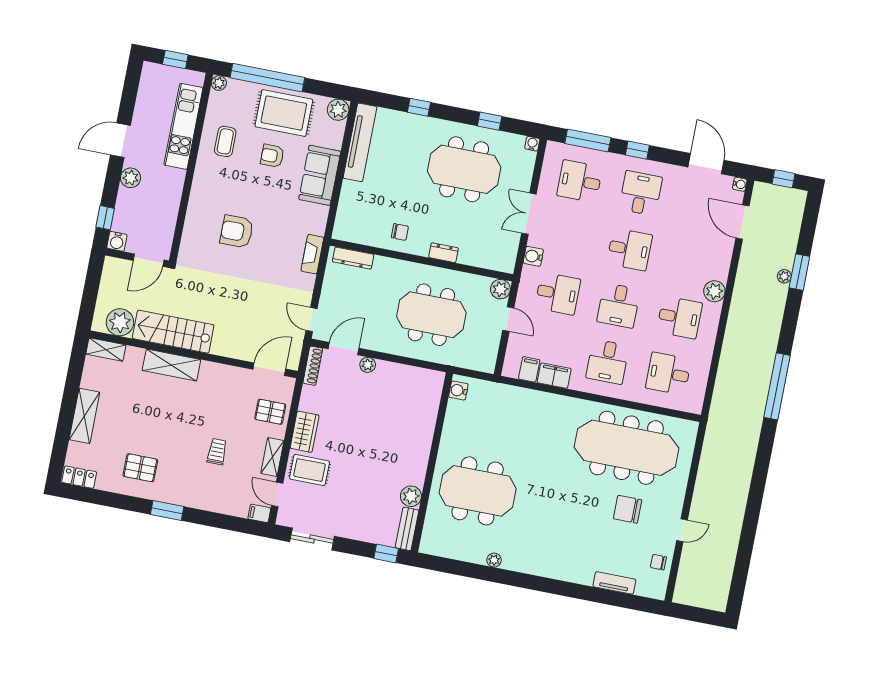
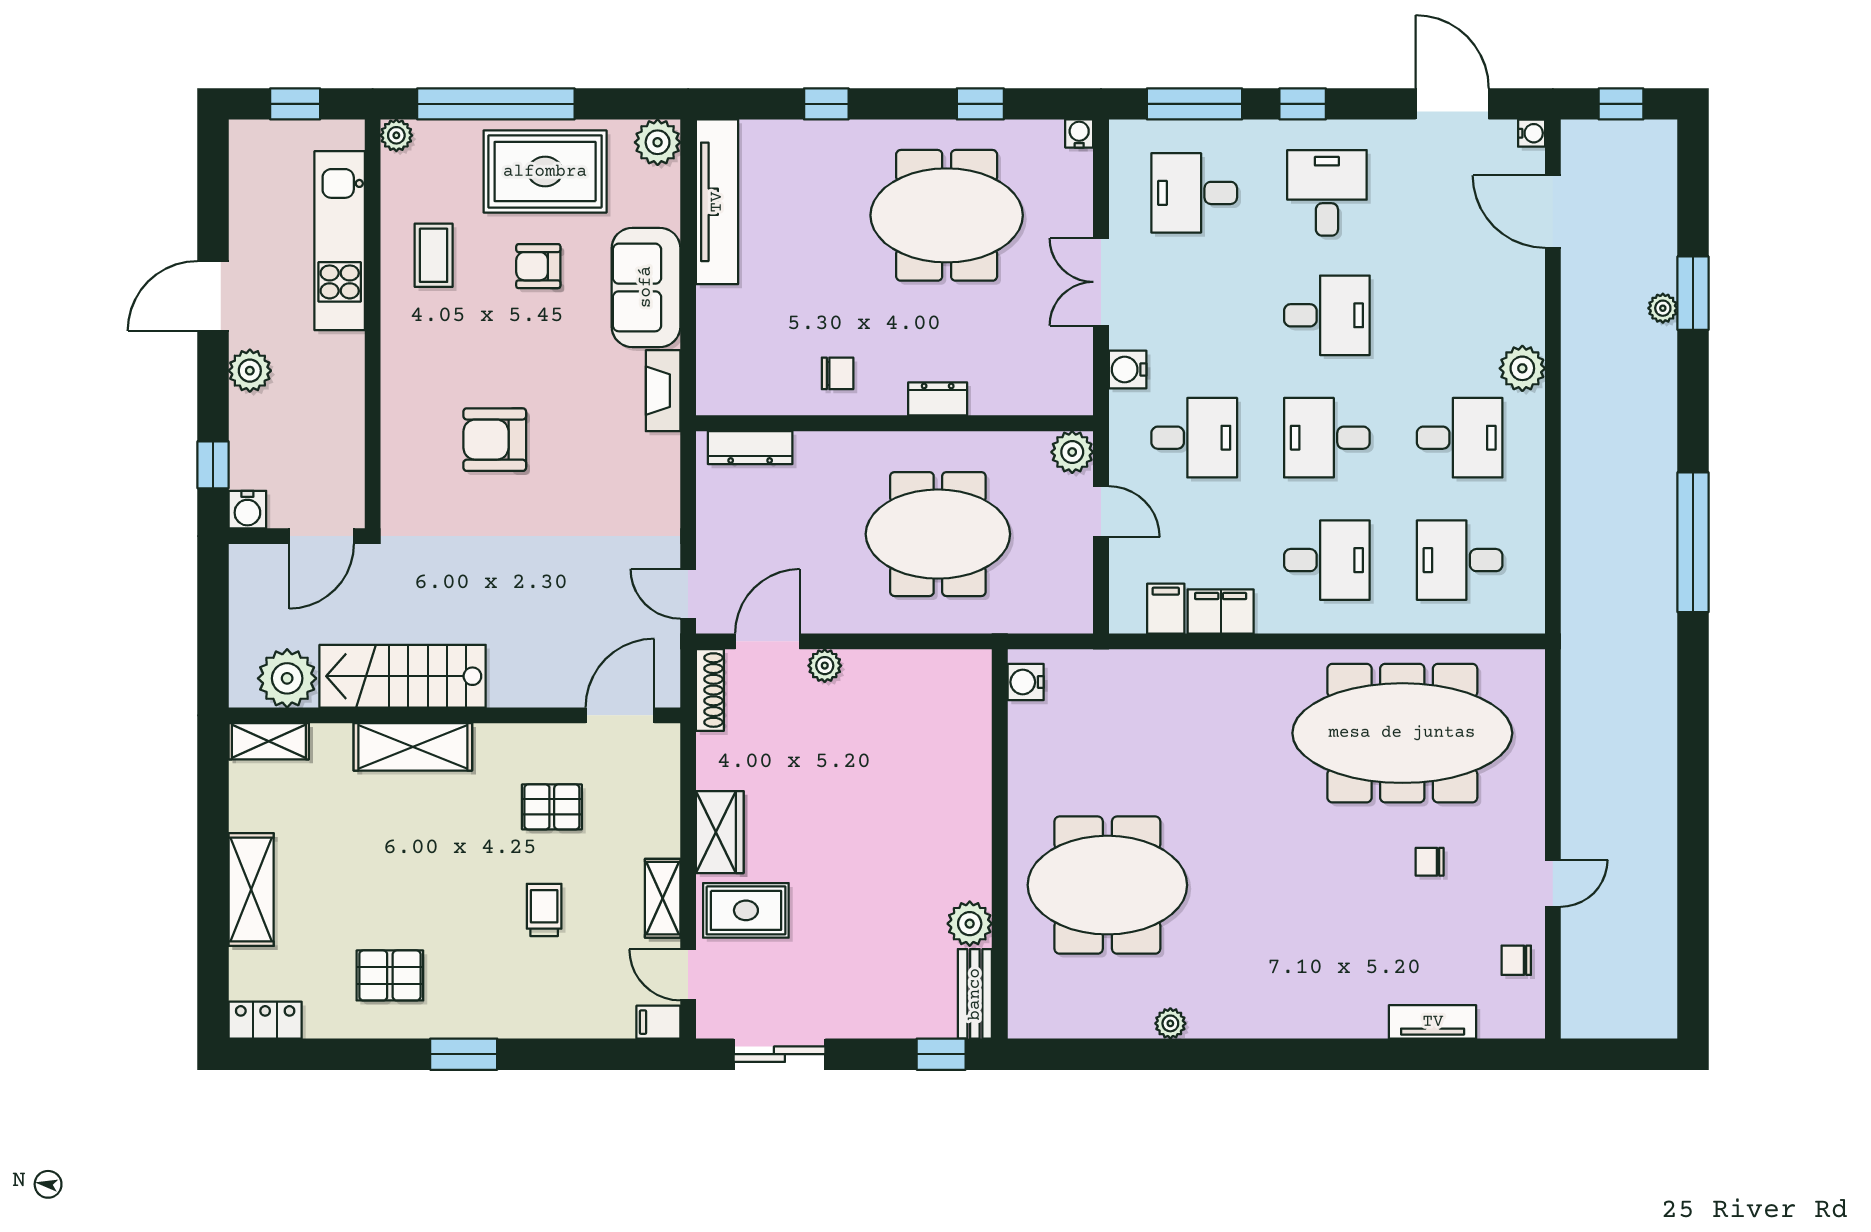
fireplace: (312, 254) -> (663, 391), moved
desk: (619, 305) -> (1327, 438), turned 90
desk: (608, 362) -> (1327, 560), turned -90
pallet: (270, 412) -> (552, 807), moved
chair: (627, 509) -> (1430, 862), width x0.54, depth x0.54

